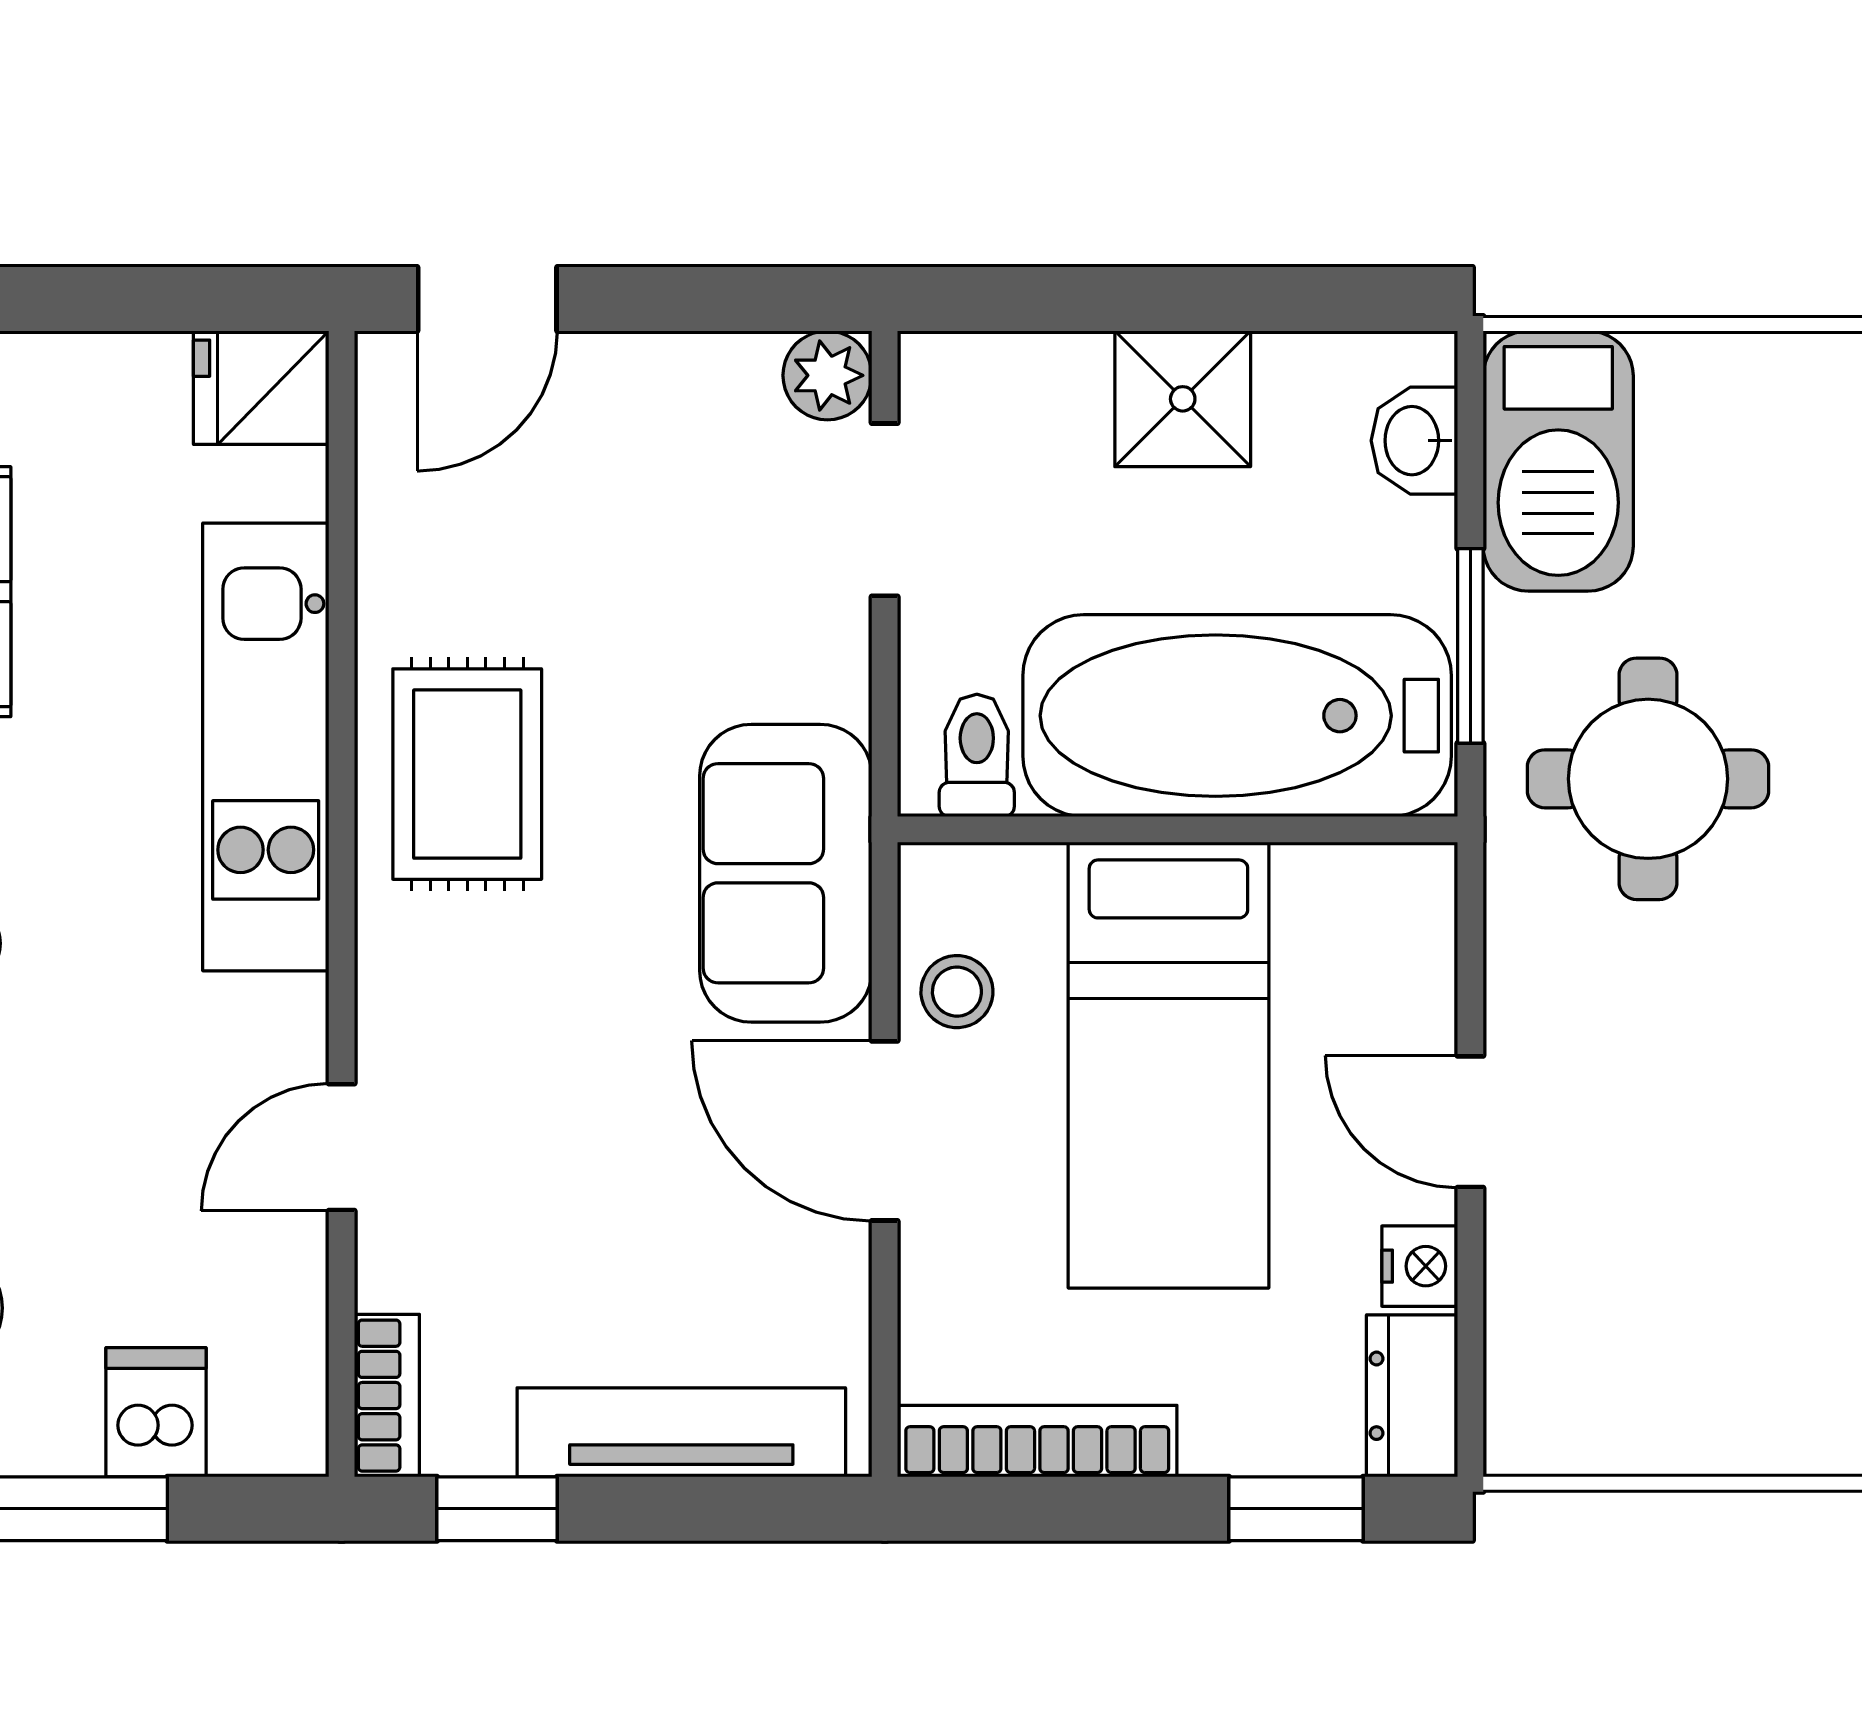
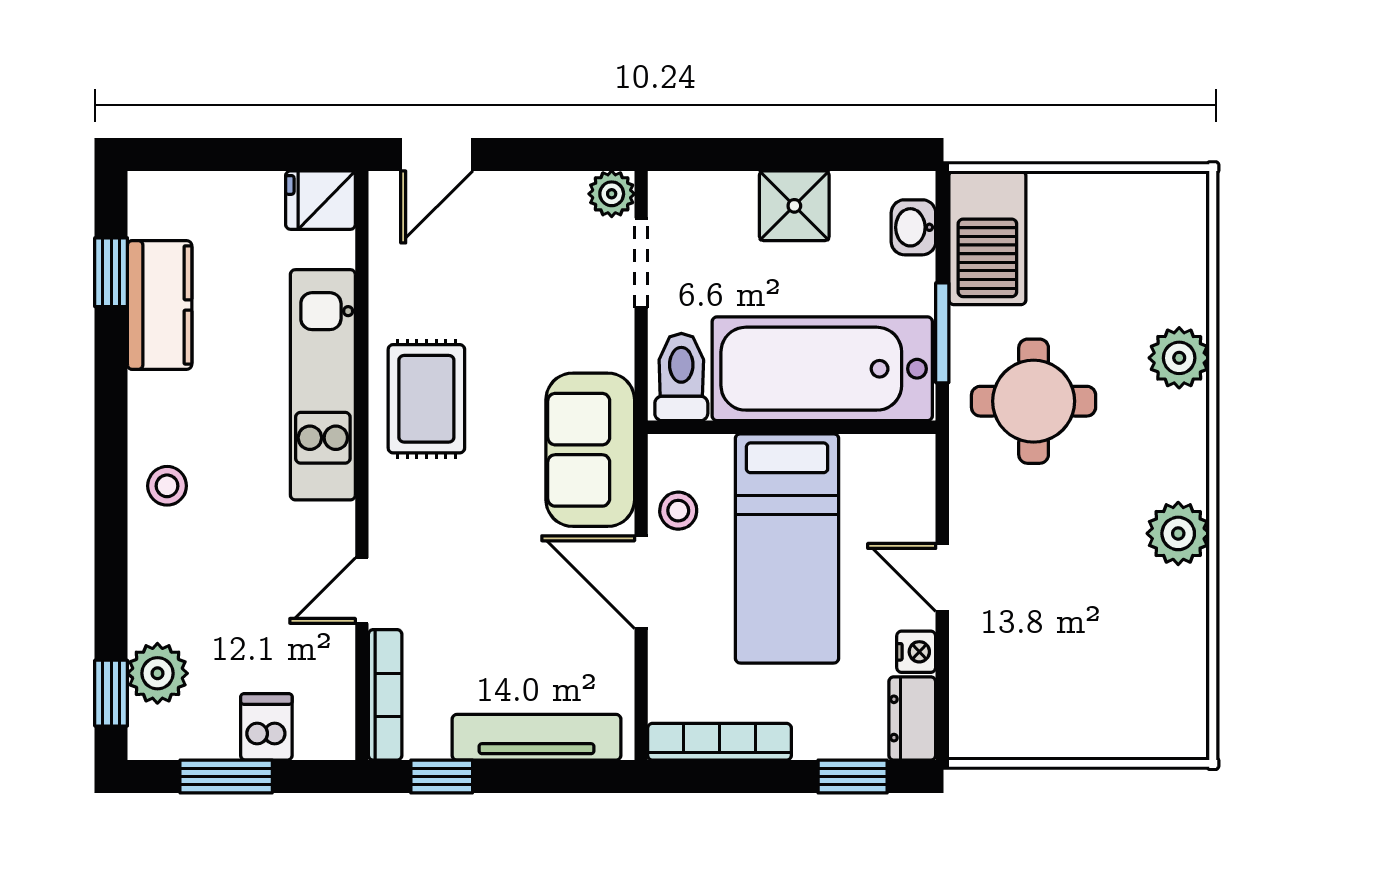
toilet: (977, 755) -> (681, 377), width x1.37, depth x1.39
bookcase: (387, 1396) -> (385, 695), width x1.56

